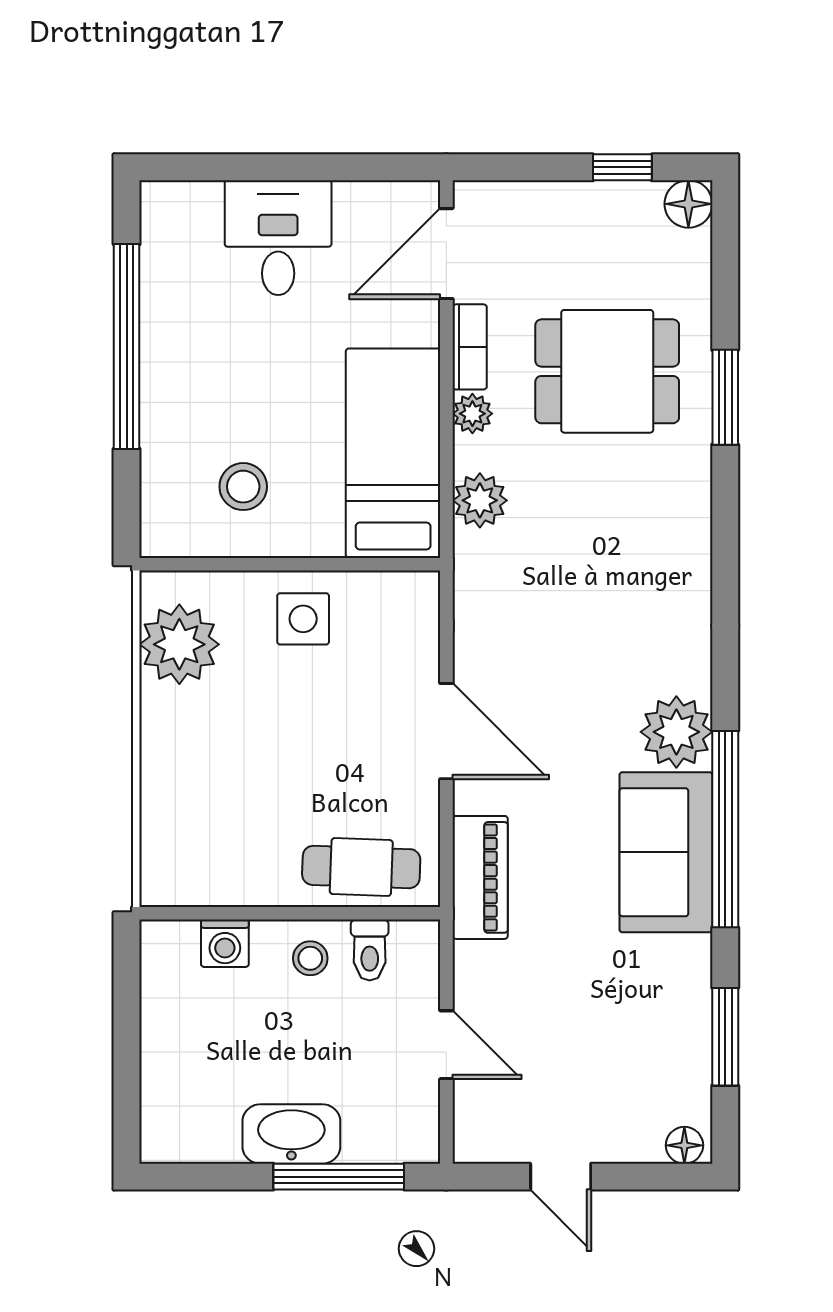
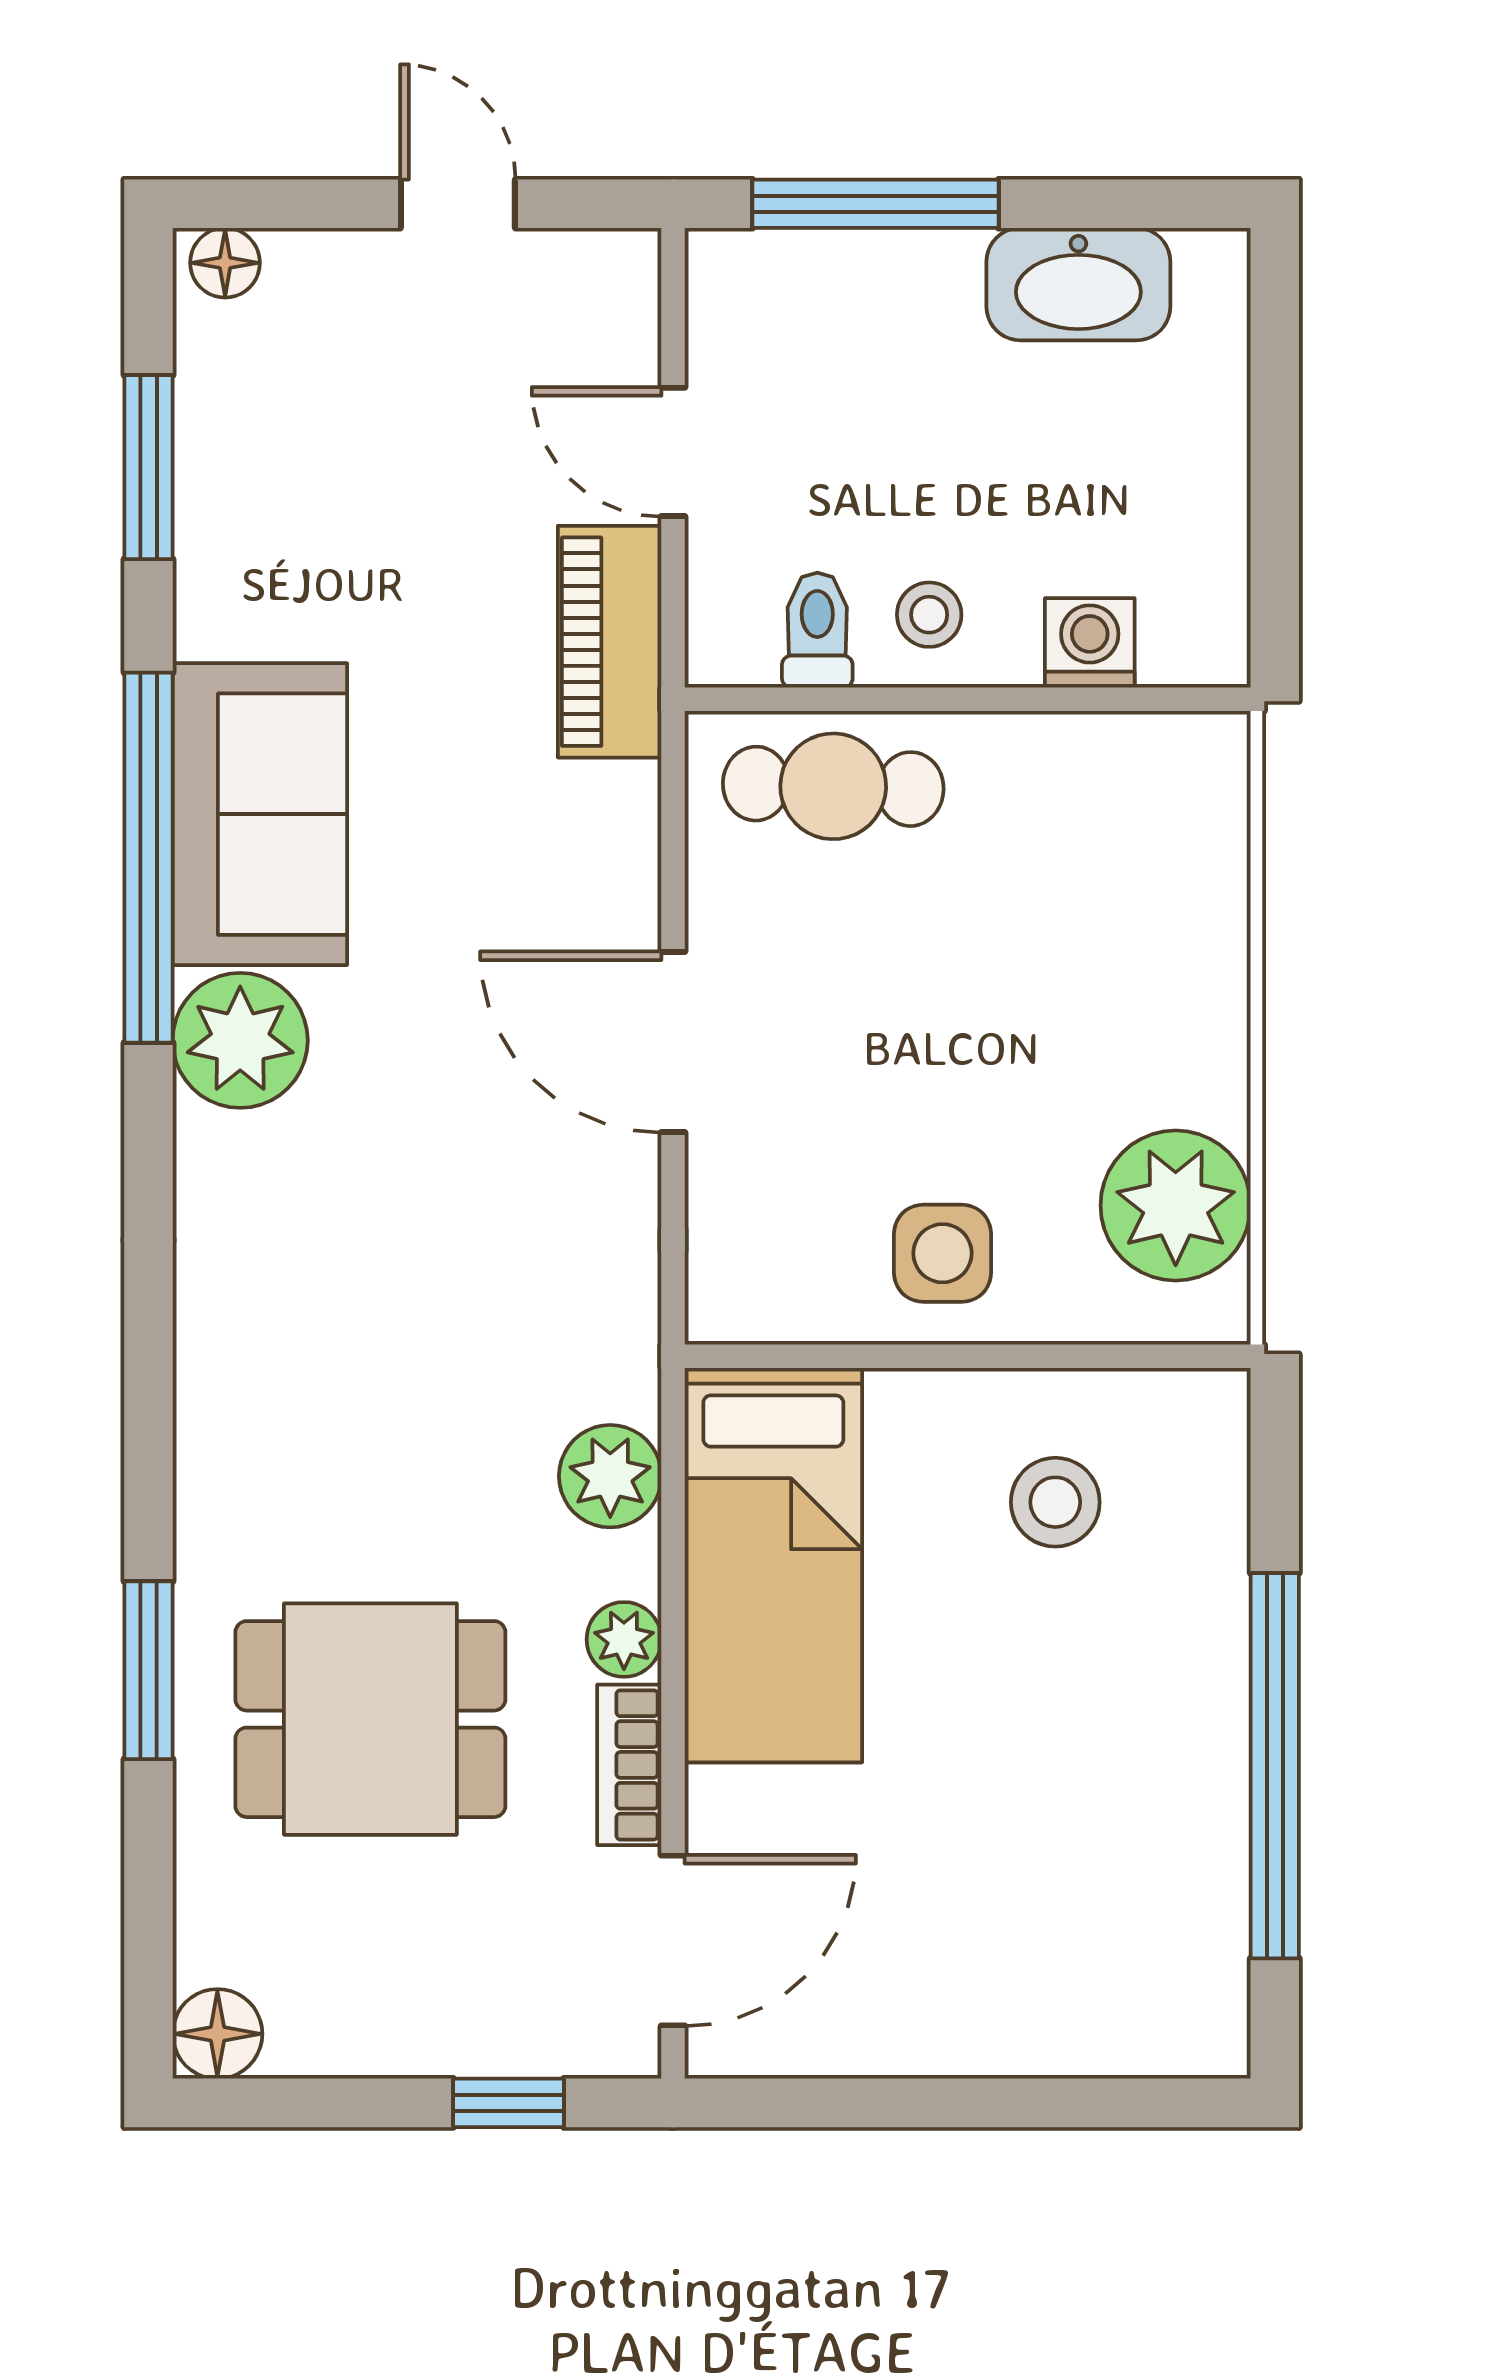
window: (622, 167) -> (508, 2103), moved
desk: (278, 238) -> (990, 1971), removed
piano: (480, 877) -> (610, 642), moved
washbasin: (291, 1134) -> (1078, 284), moved

